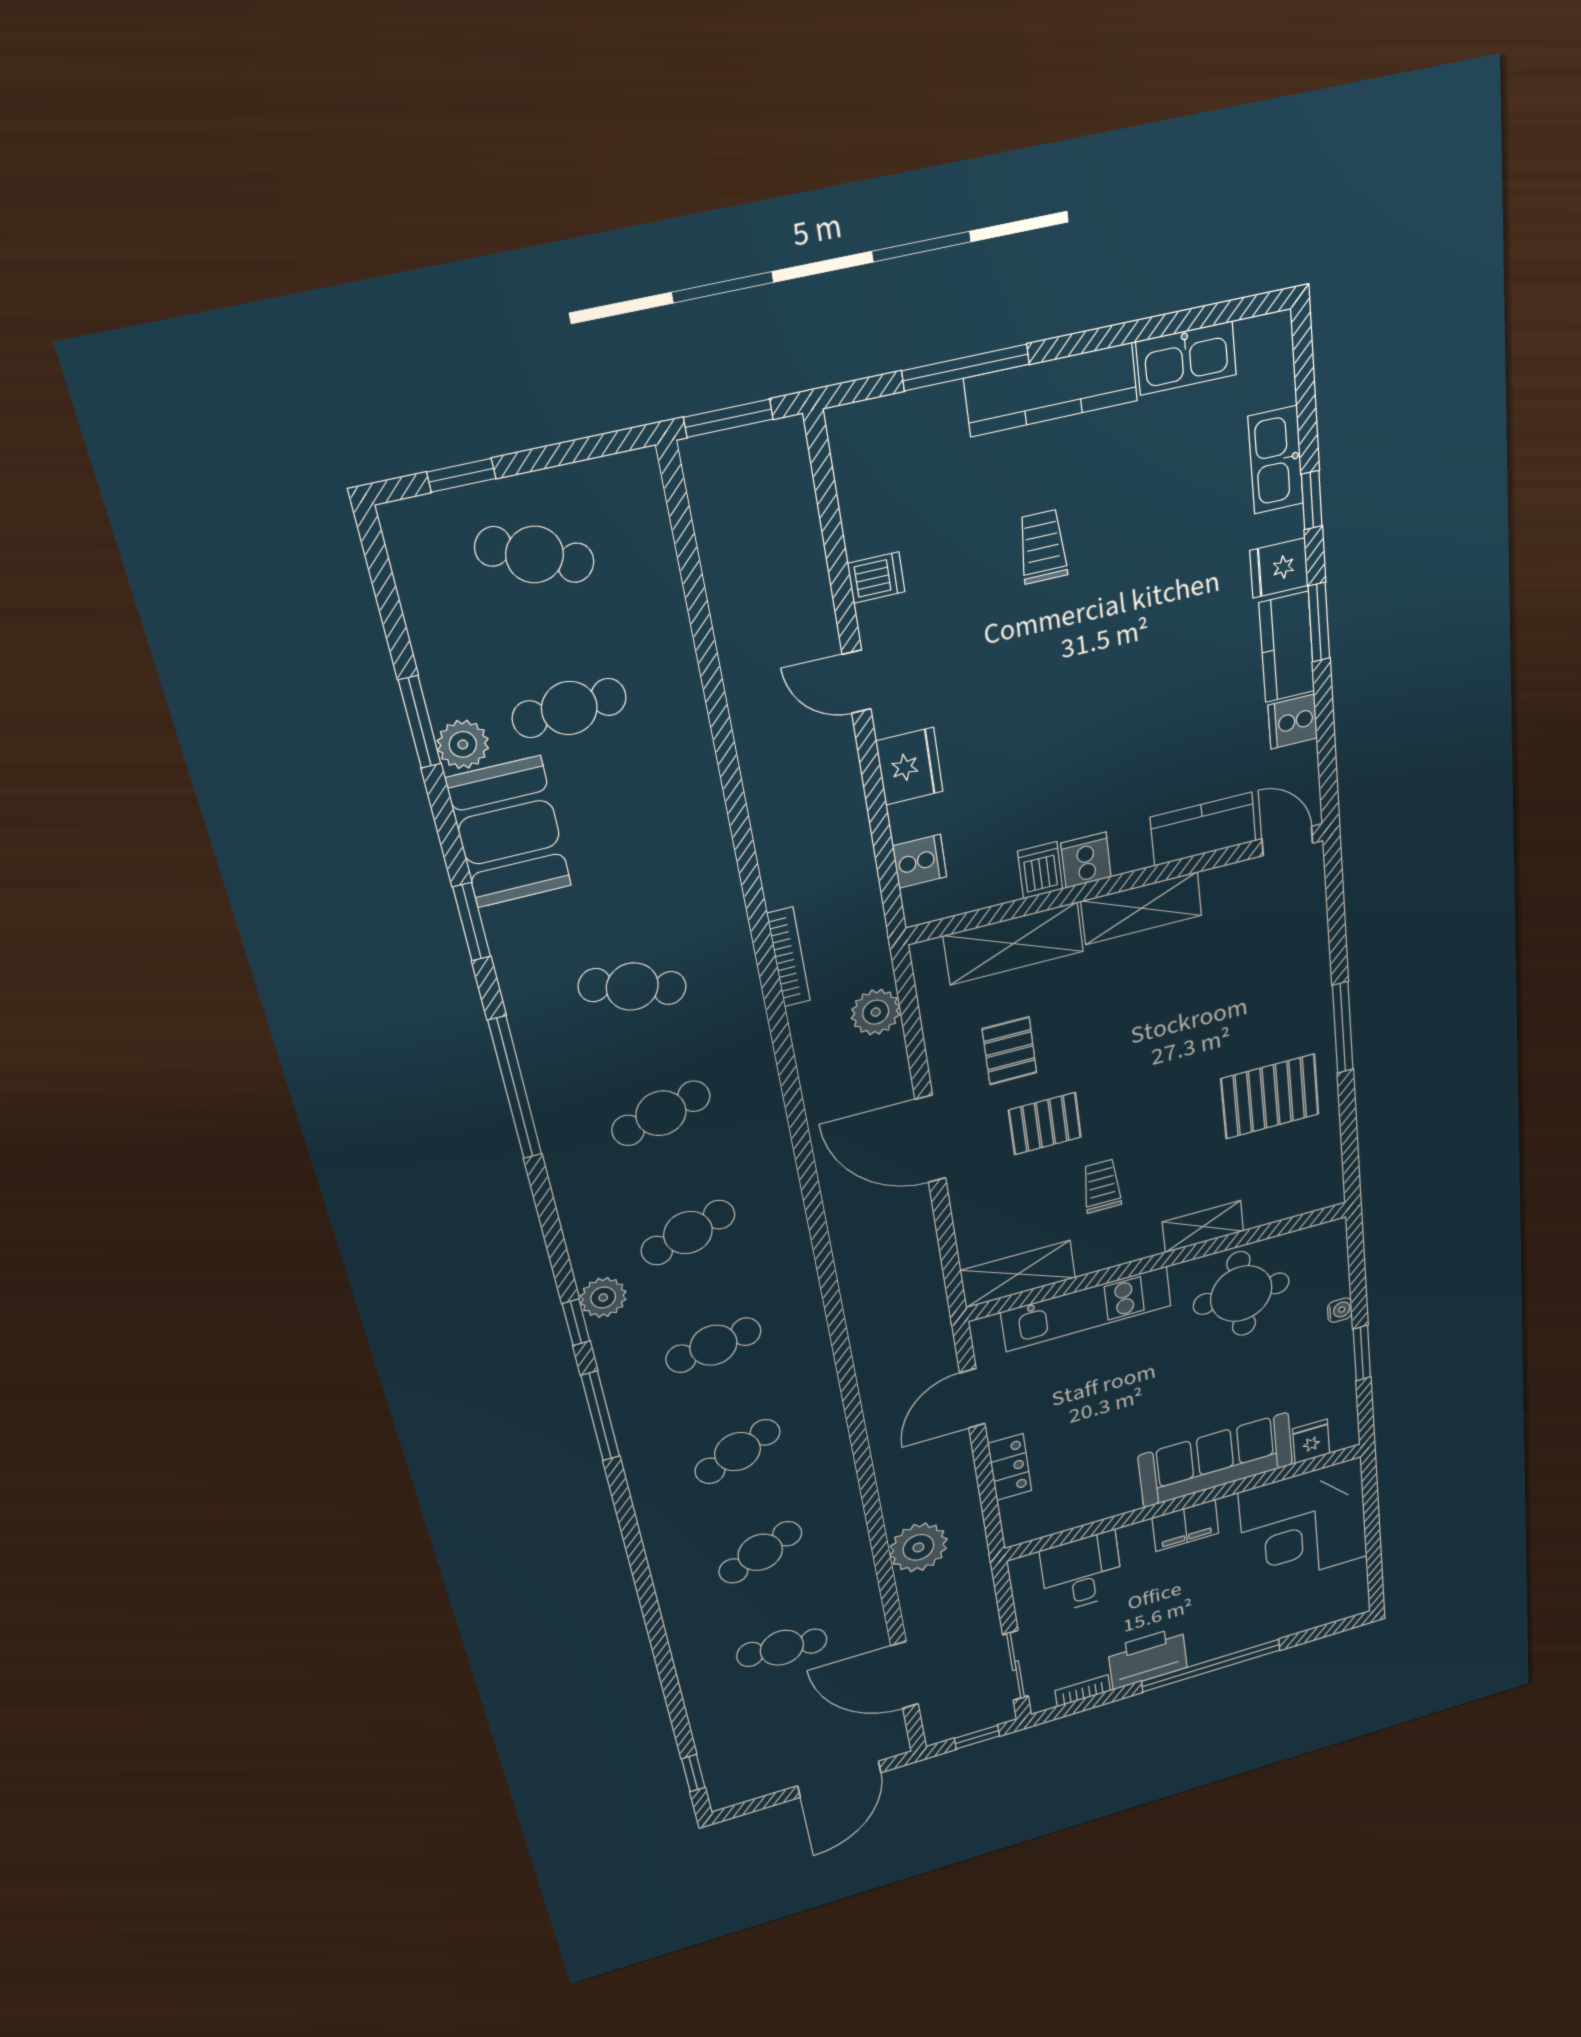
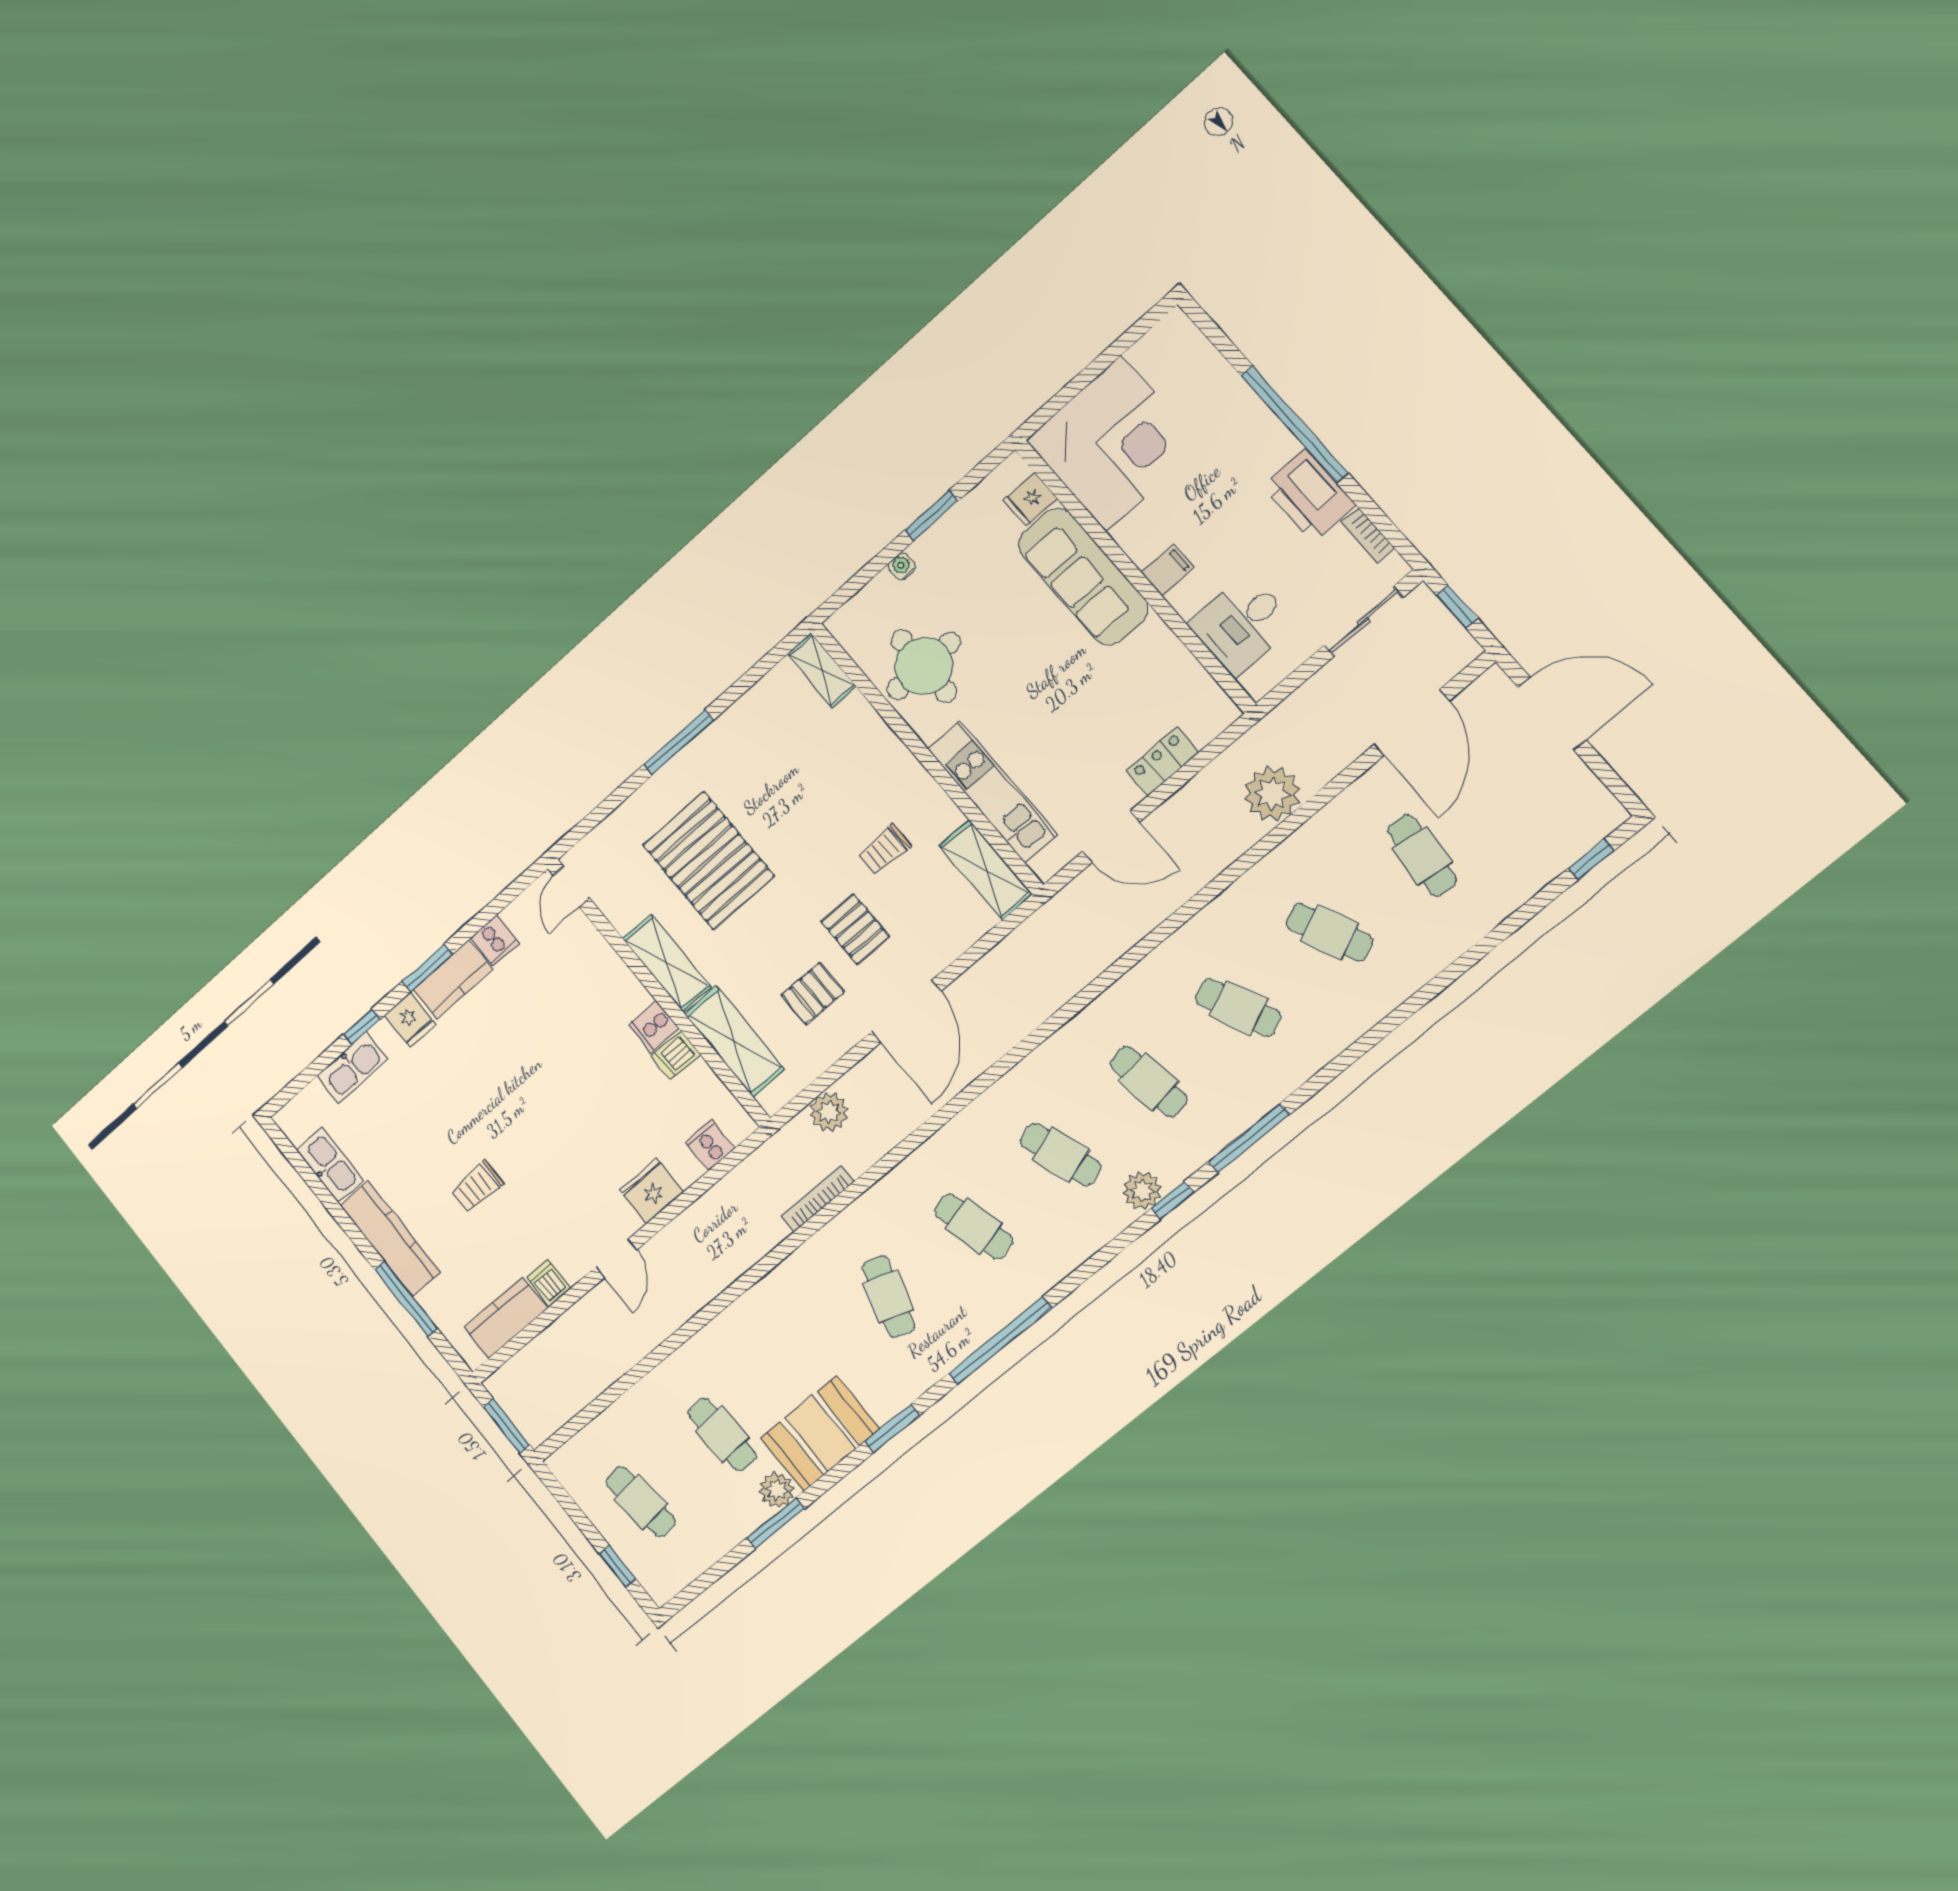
cafe table: (535, 555) -> (641, 1502), turned -30
kitchen counter: (1203, 829) -> (505, 1318), moved, turned 90
pallet: (1270, 1096) -> (709, 861), moved, width x1.37, depth x1.41
shelving: (1203, 1227) -> (821, 670), moved
filing cabinet: (1185, 1525) -> (1168, 570), width x0.50

